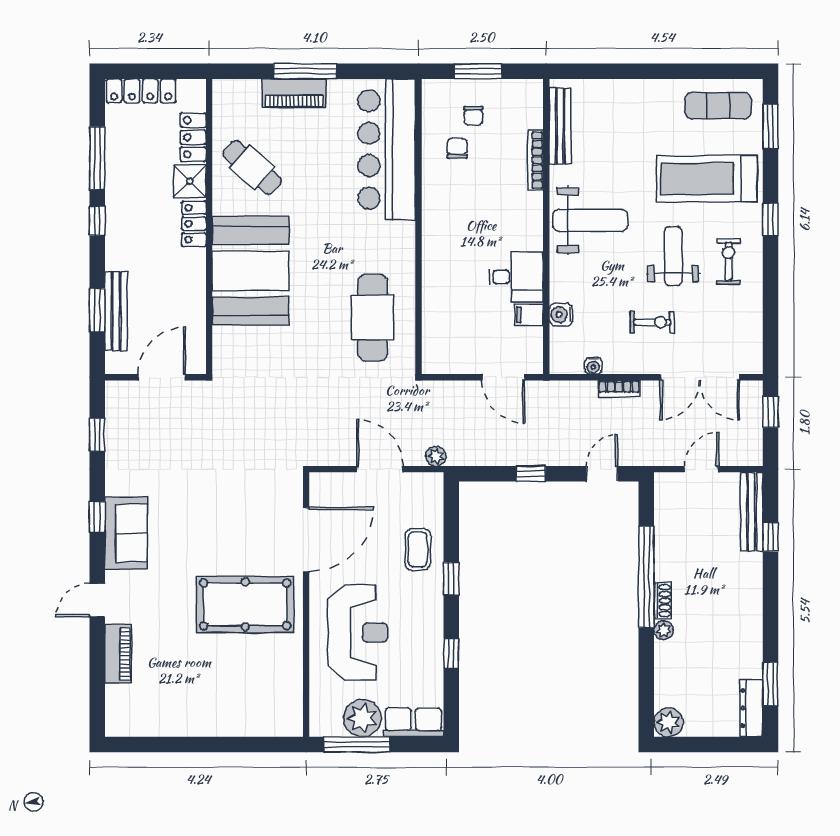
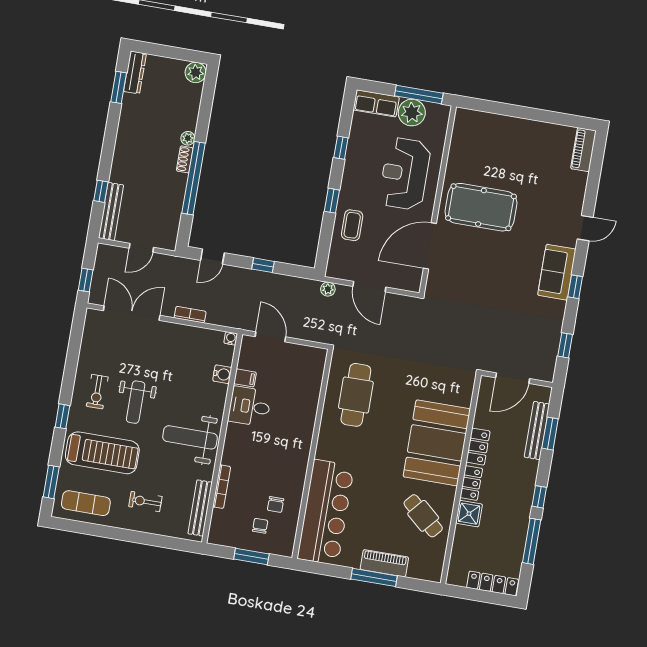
locker: (193, 137) -> (478, 447), moved
exercise bike: (652, 322) -> (145, 502), moved
water cooler: (593, 366) -> (231, 338), moved
piano: (118, 654) -> (583, 150), moved

